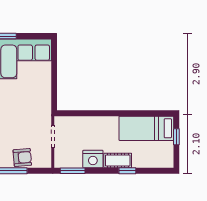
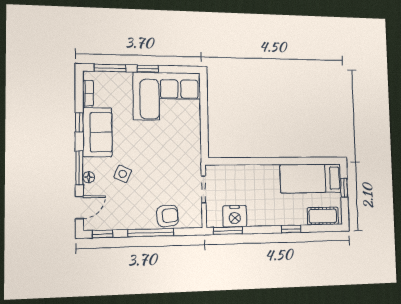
nightstand: (93, 159) -> (235, 216), moved
cot: (118, 161) -> (323, 216), moved

